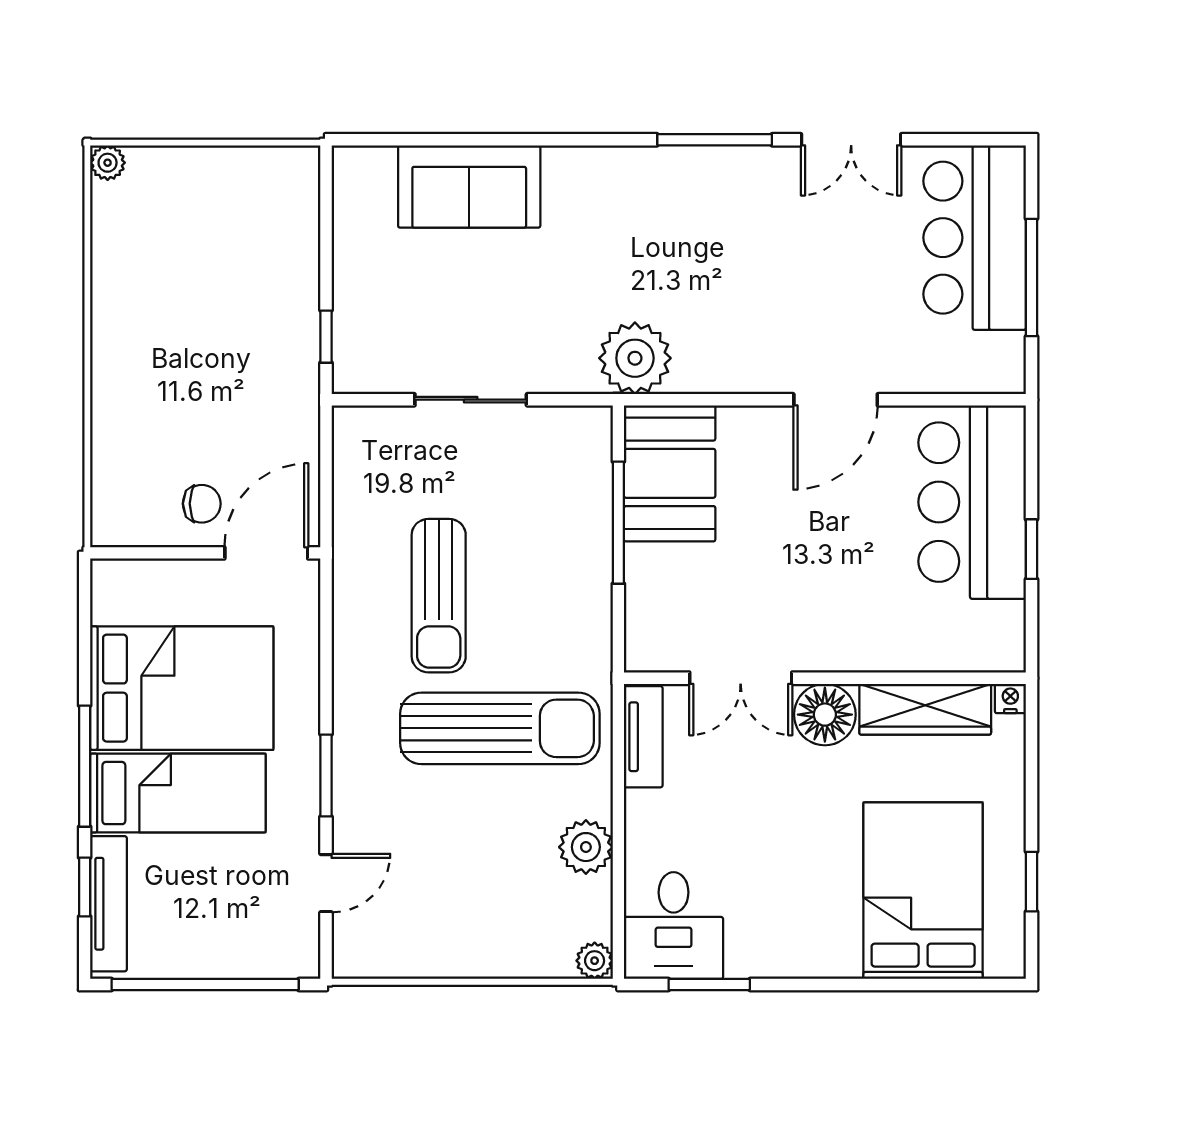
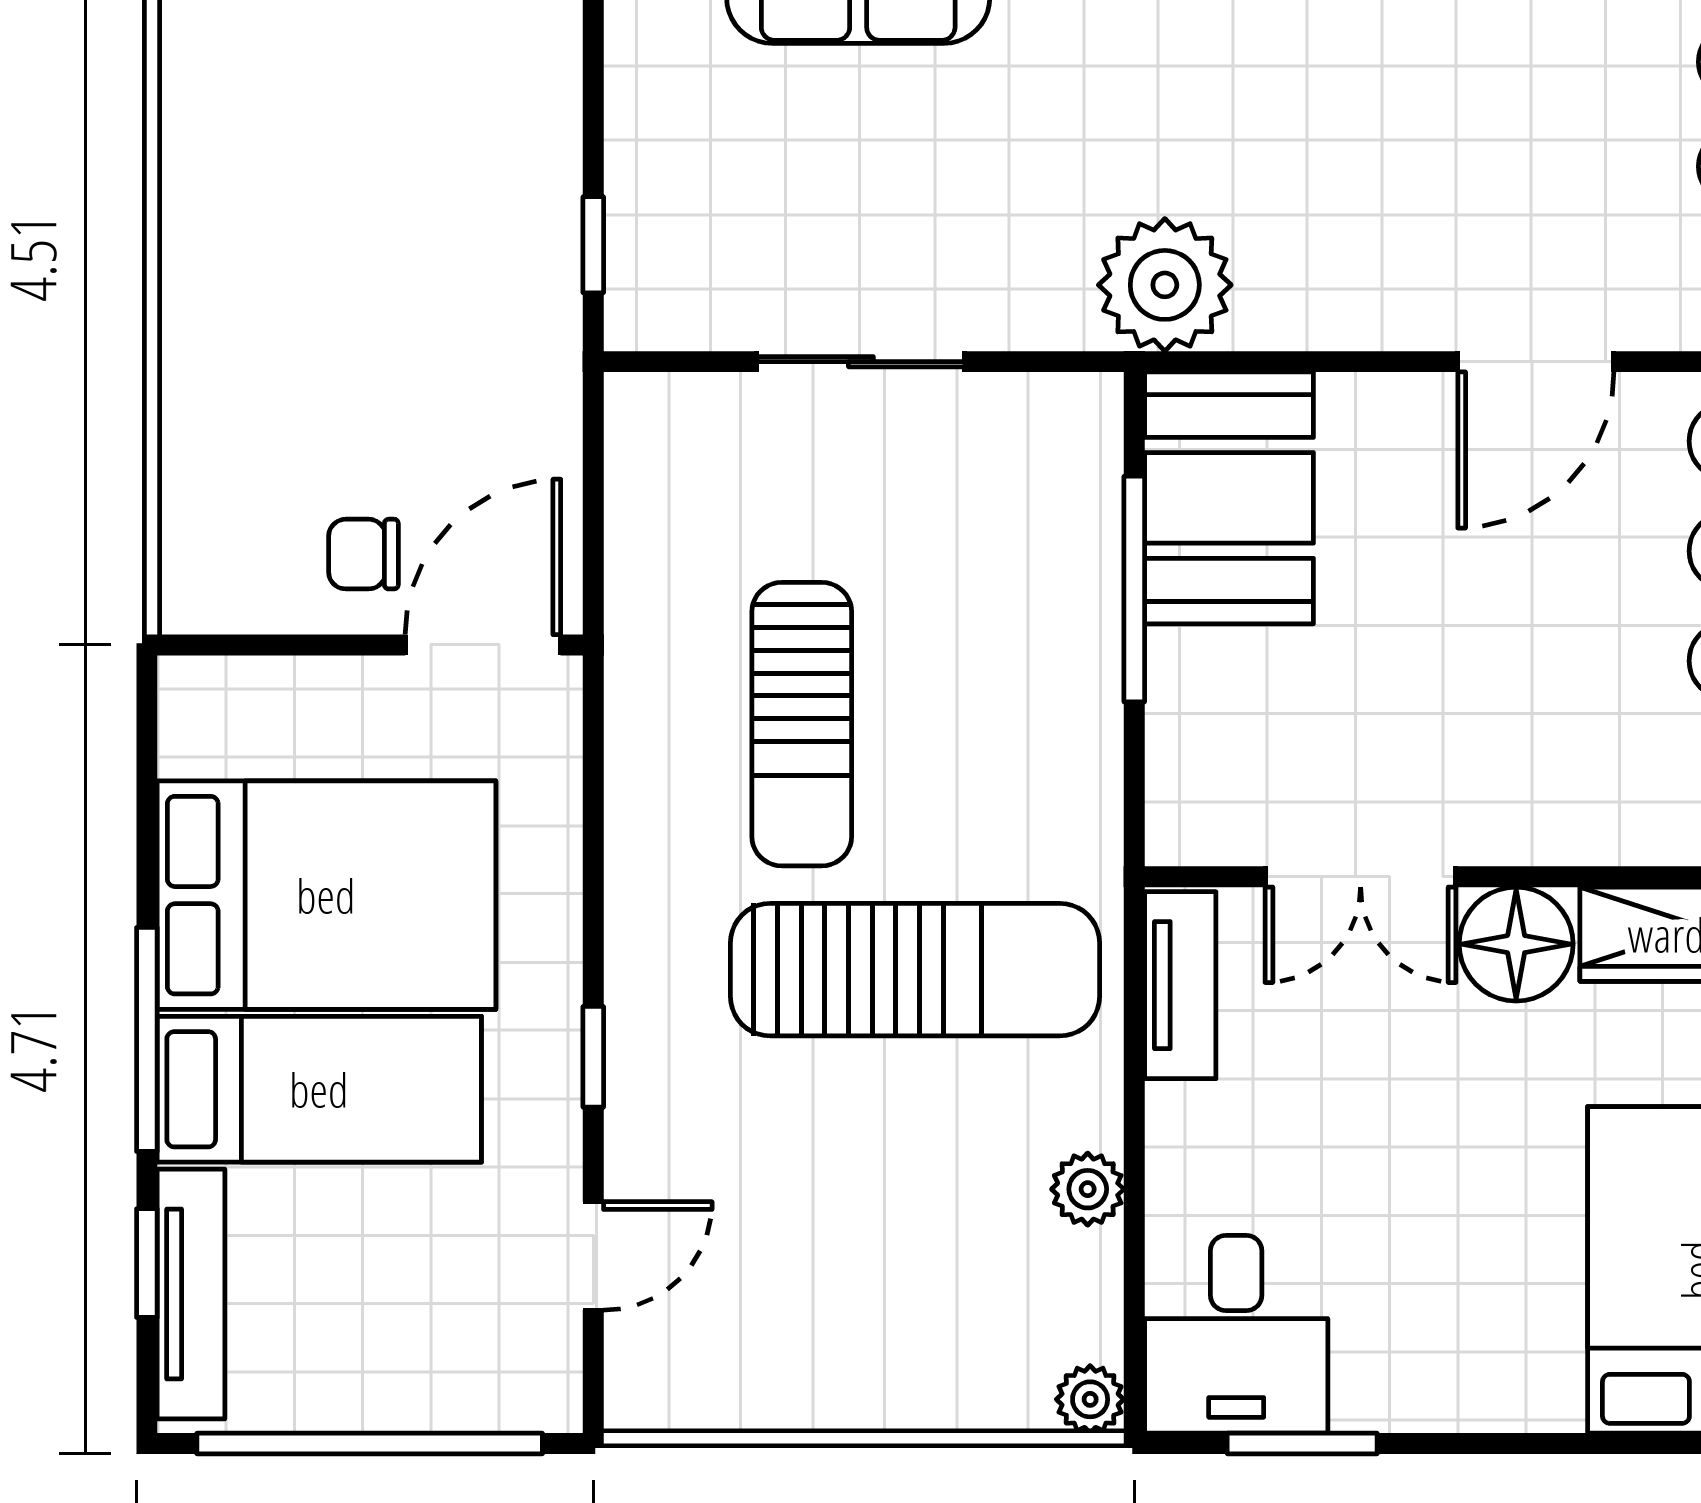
chair: (202, 504) -> (363, 554), turned 180
window: (326, 775) -> (593, 1057), width x0.67
plant: (586, 847) -> (1088, 1189), width x0.73, depth x0.73

